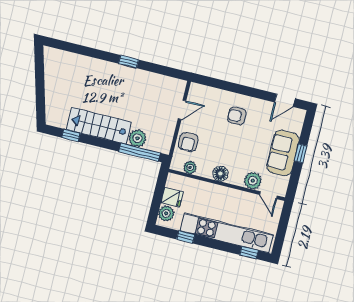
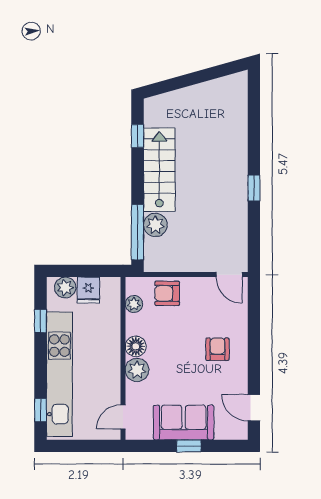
door: (182, 110) -> (229, 275), moved
plant: (253, 181) -> (137, 370), moved

